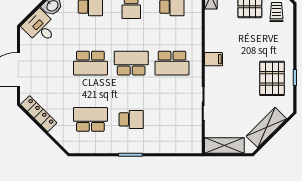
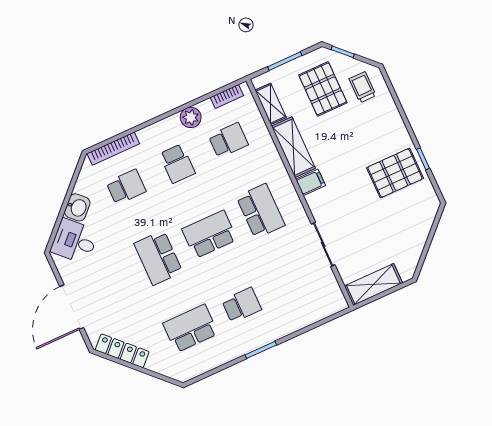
school desk: (90, 63) -> (158, 258), turned 90
school desk: (172, 63) -> (261, 211), turned -90
pallet: (272, 78) -> (395, 173), turned 90
shelving: (266, 127) -> (293, 147), moved, turned -45

